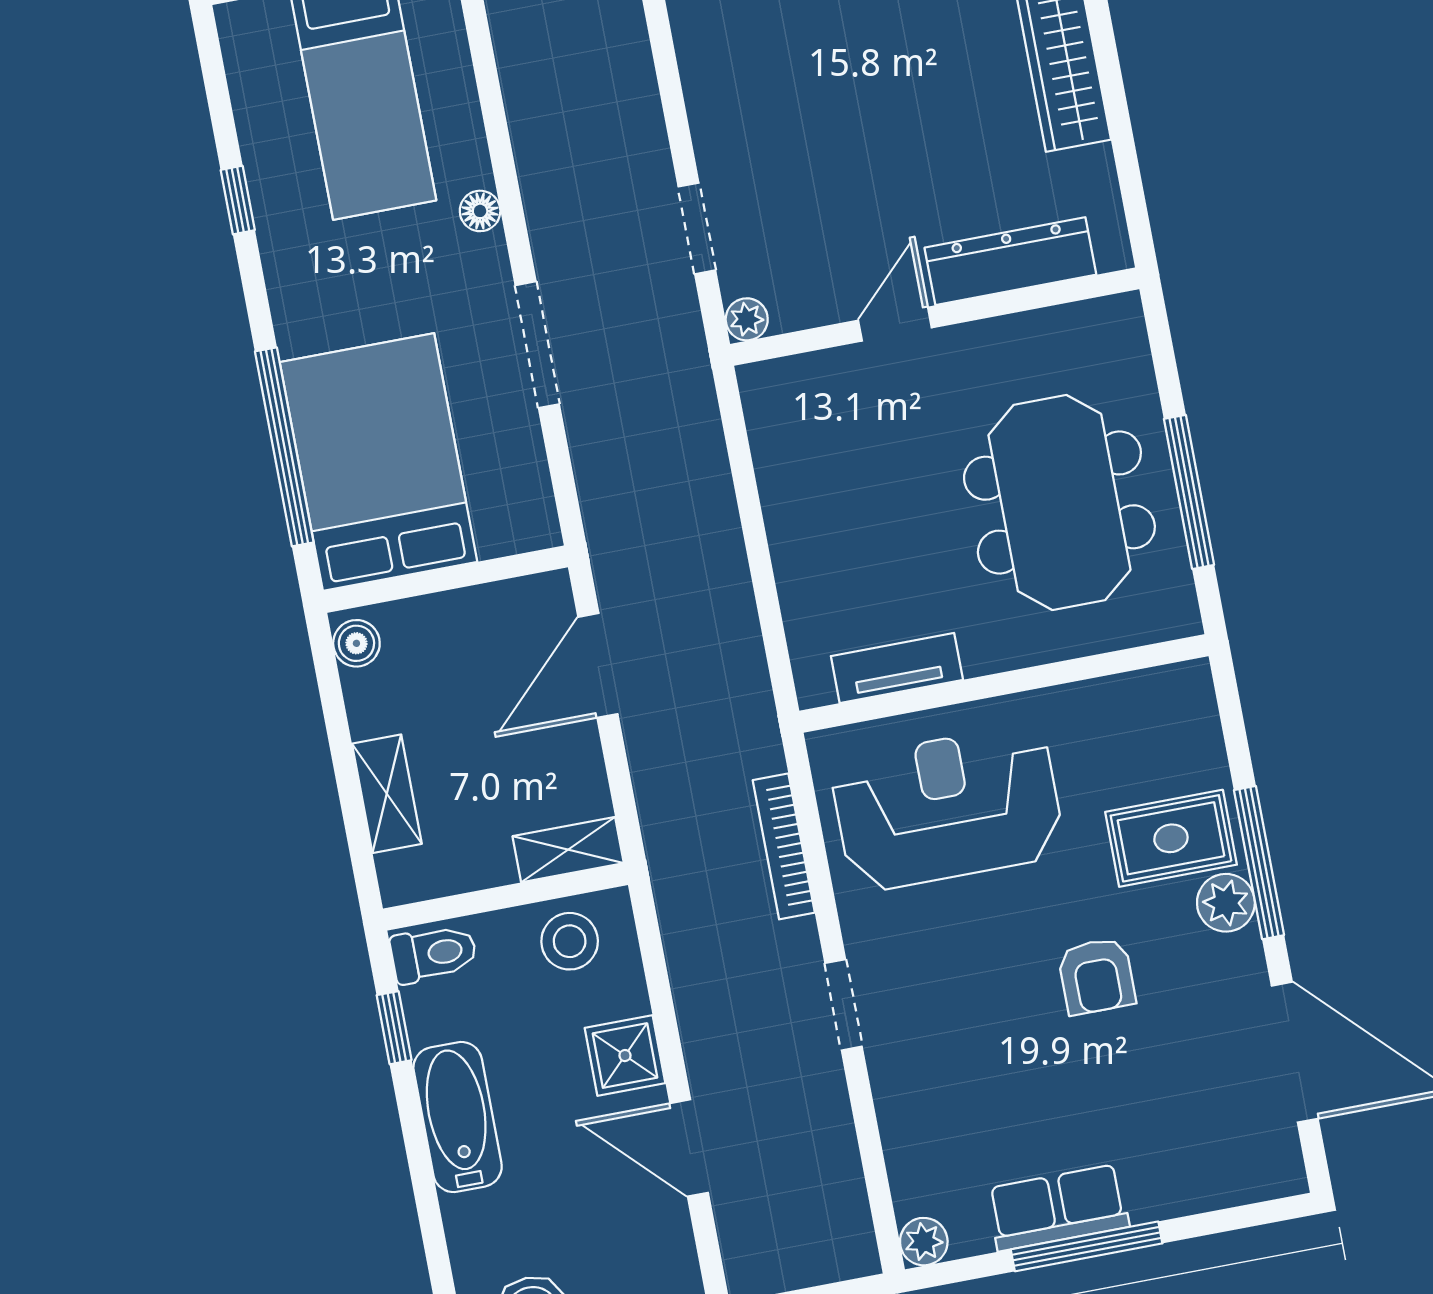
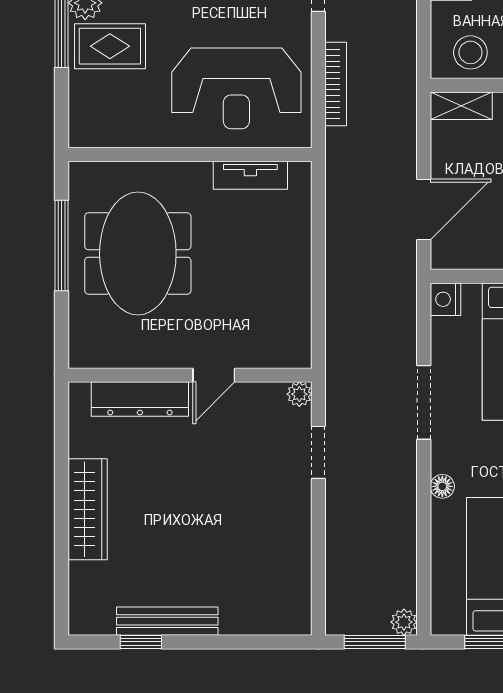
nightstand: (534, 523) -> (445, 299), added

